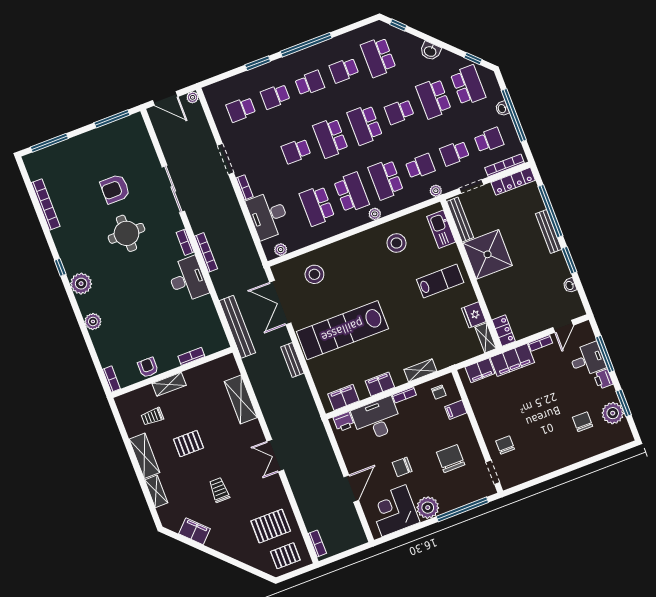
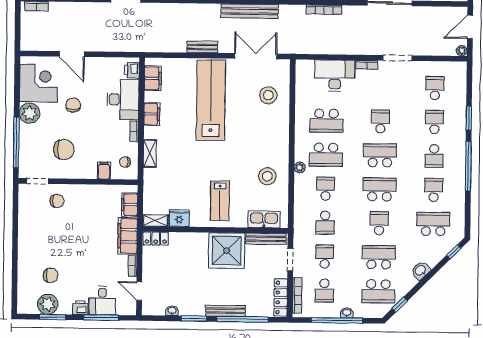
school desk: (386, 179) -> (326, 189), width x0.54
plant: (436, 191) -> (299, 228), removed
school desk: (317, 206) -> (326, 121), turned 180
plant: (281, 250) -> (301, 75), removed

